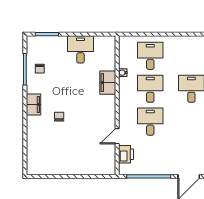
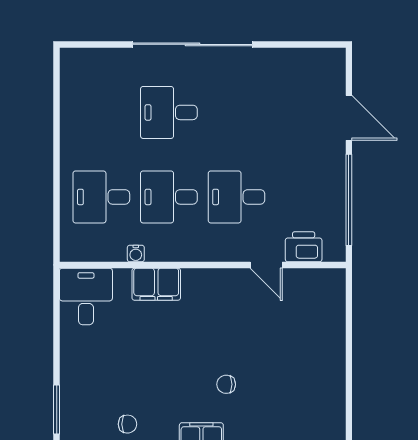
desk: (81, 49) -> (86, 296), moved, turned 90

